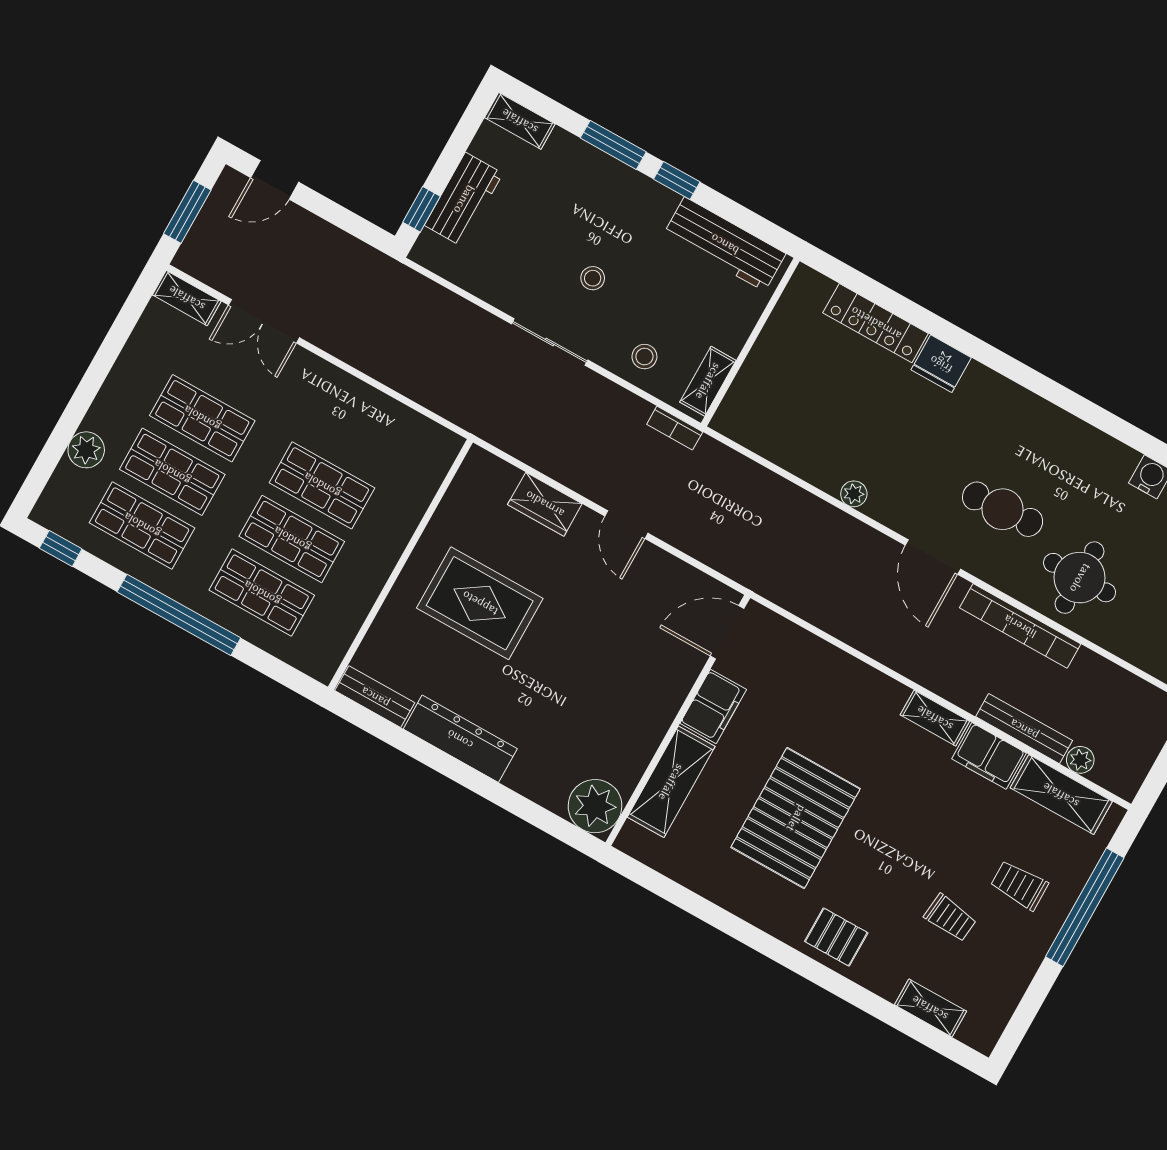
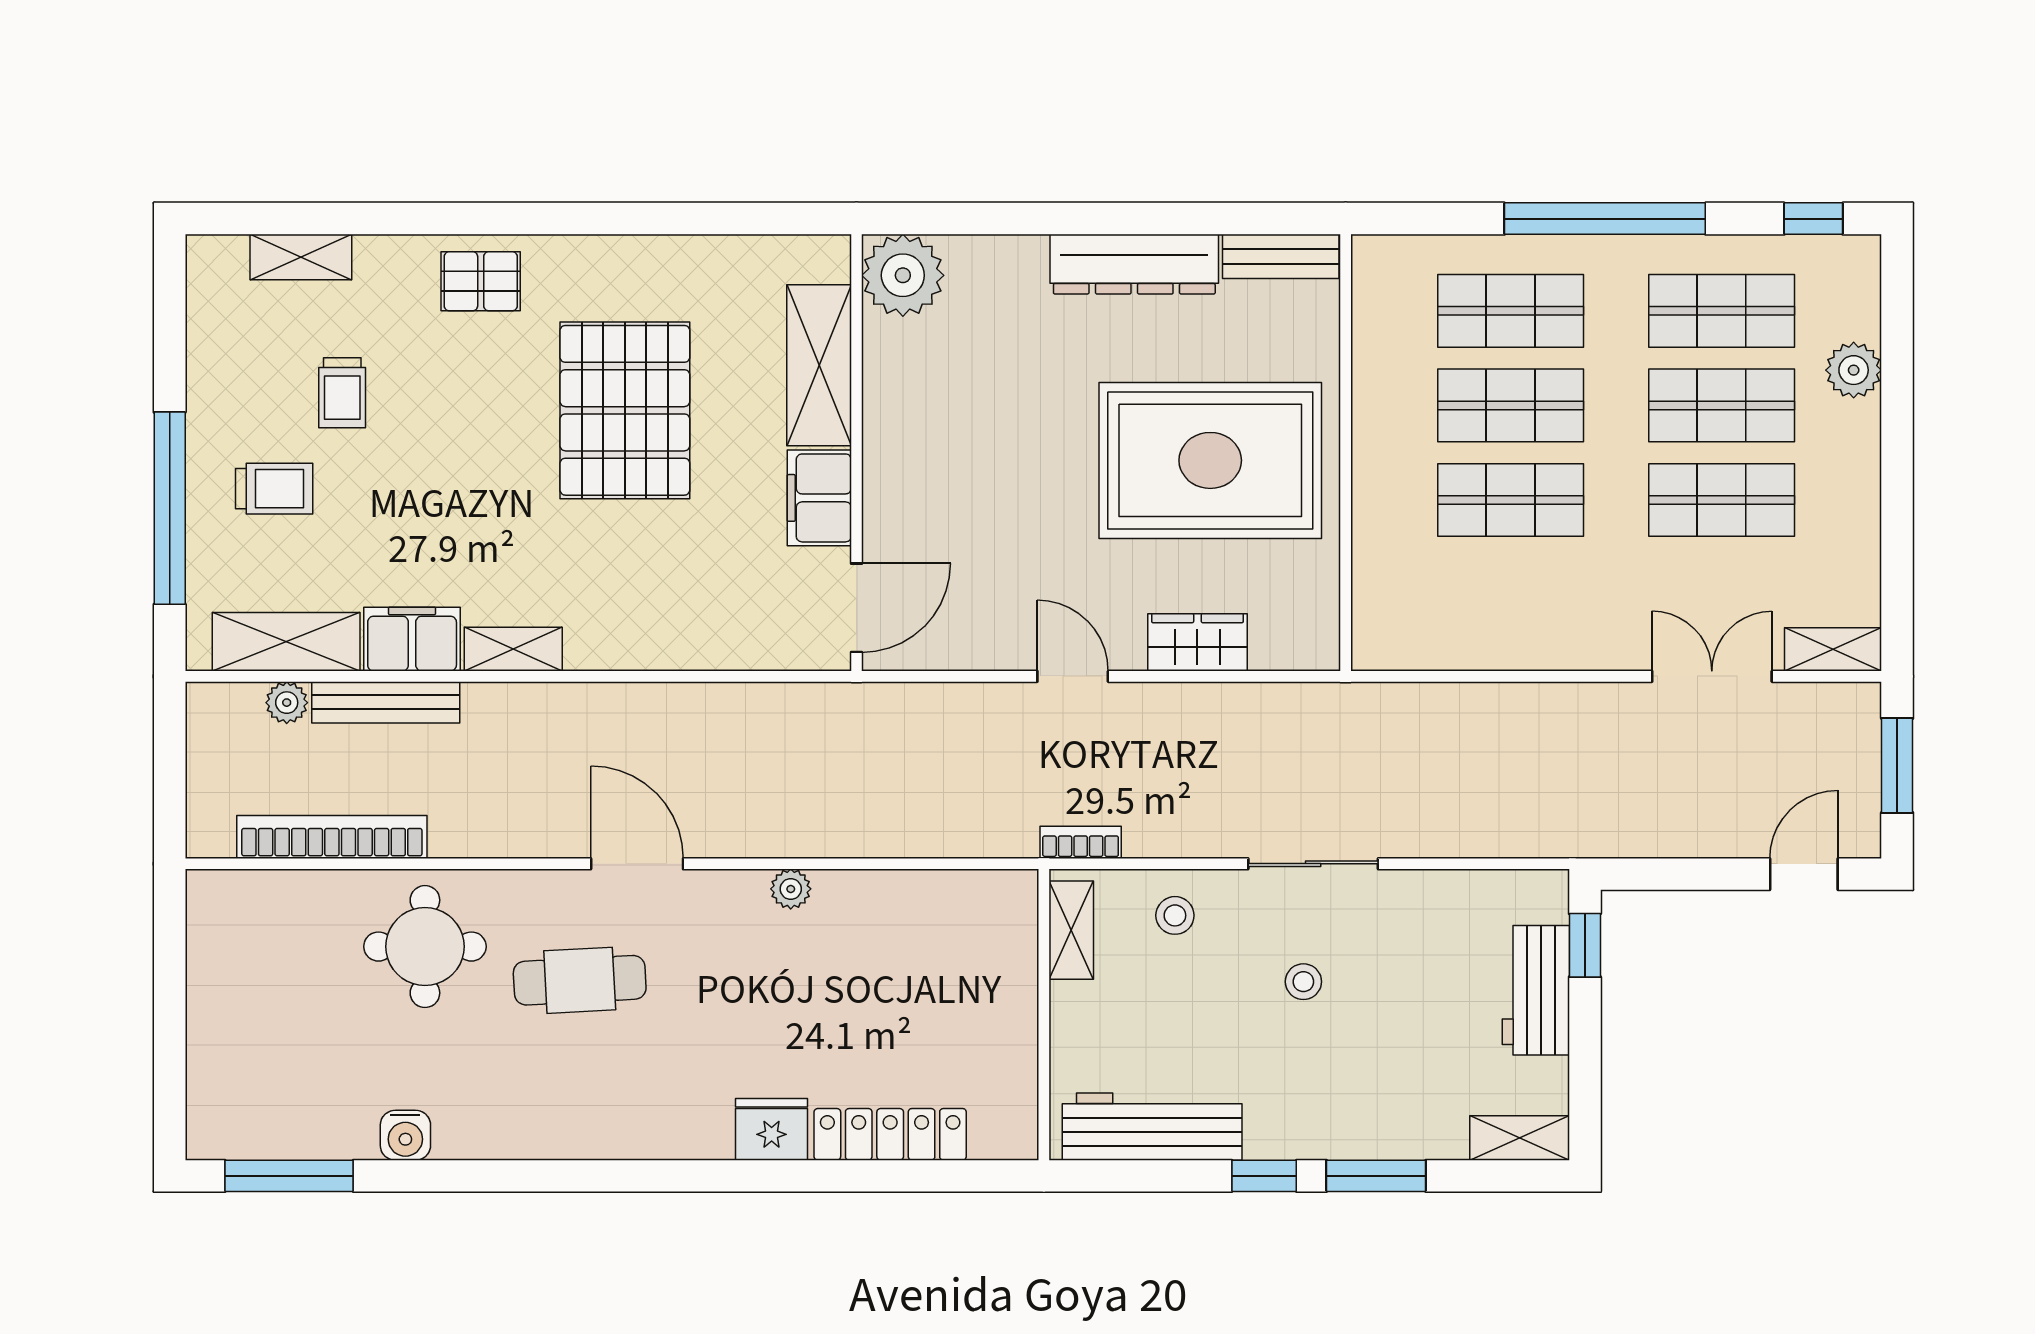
rug: (480, 603) -> (1210, 460), width x1.37, depth x1.44
bookcase: (1020, 626) -> (332, 837), moved
trolley: (950, 918) -> (342, 393), turned -96

